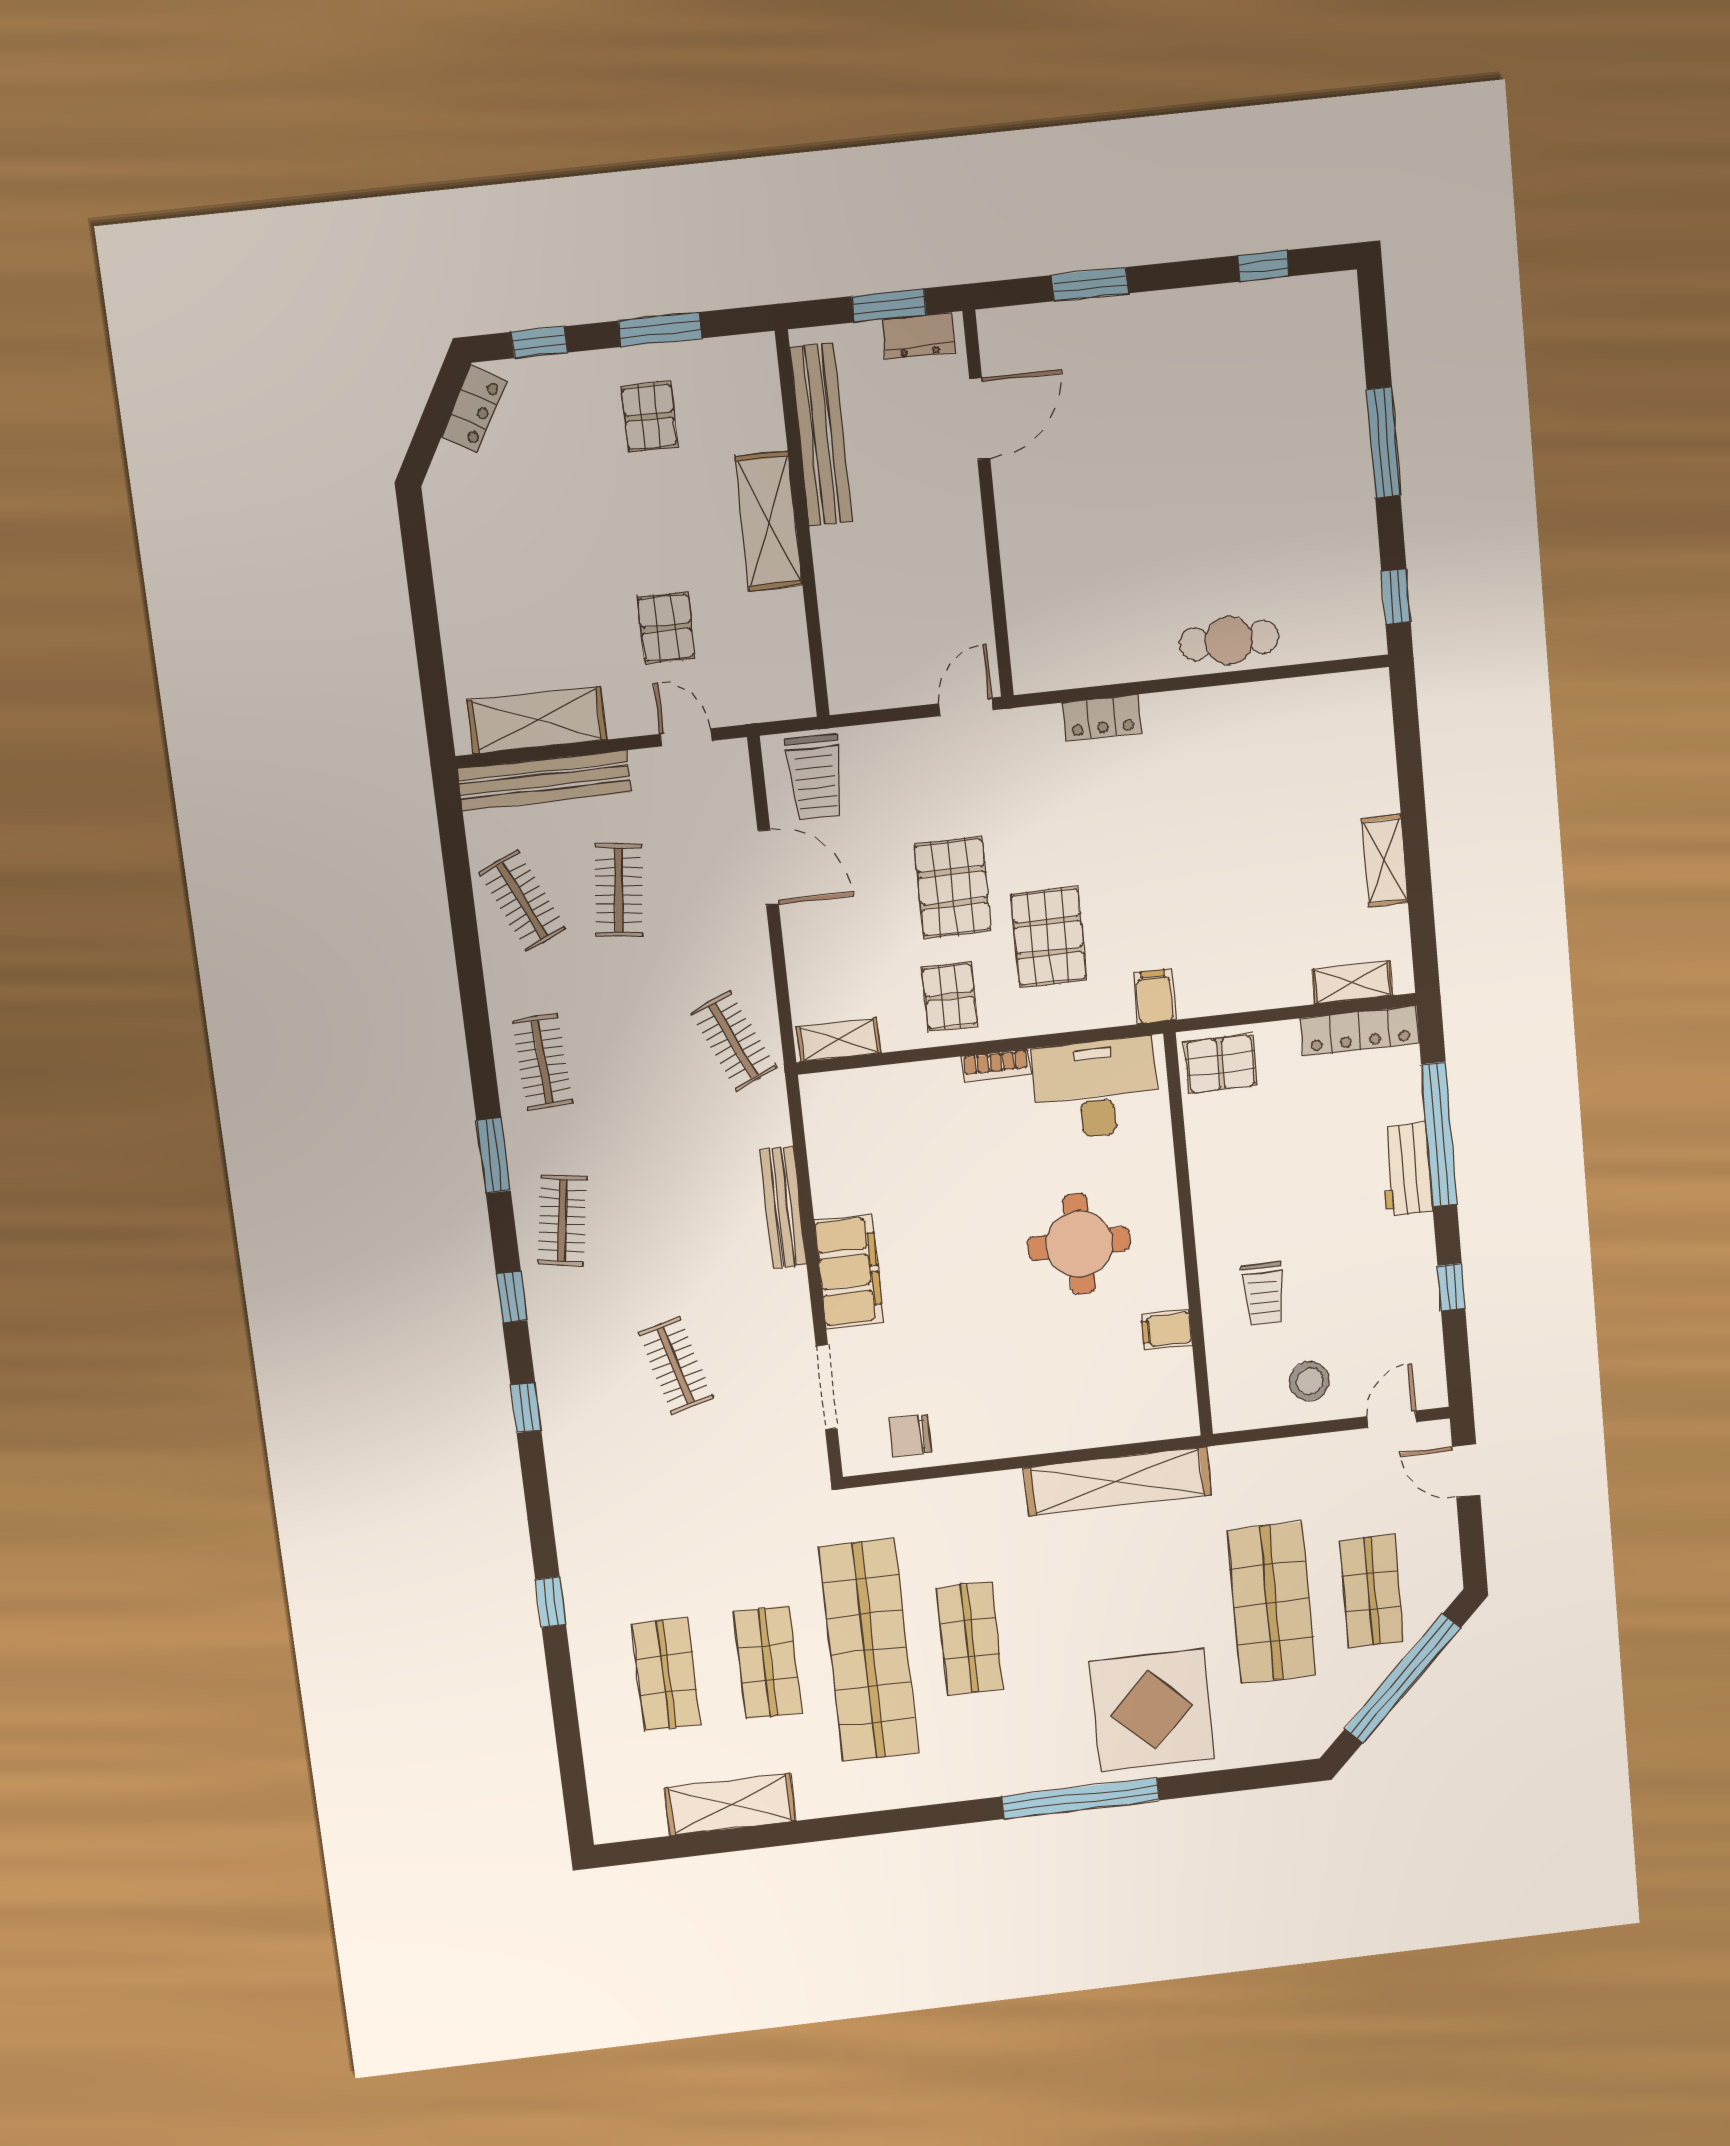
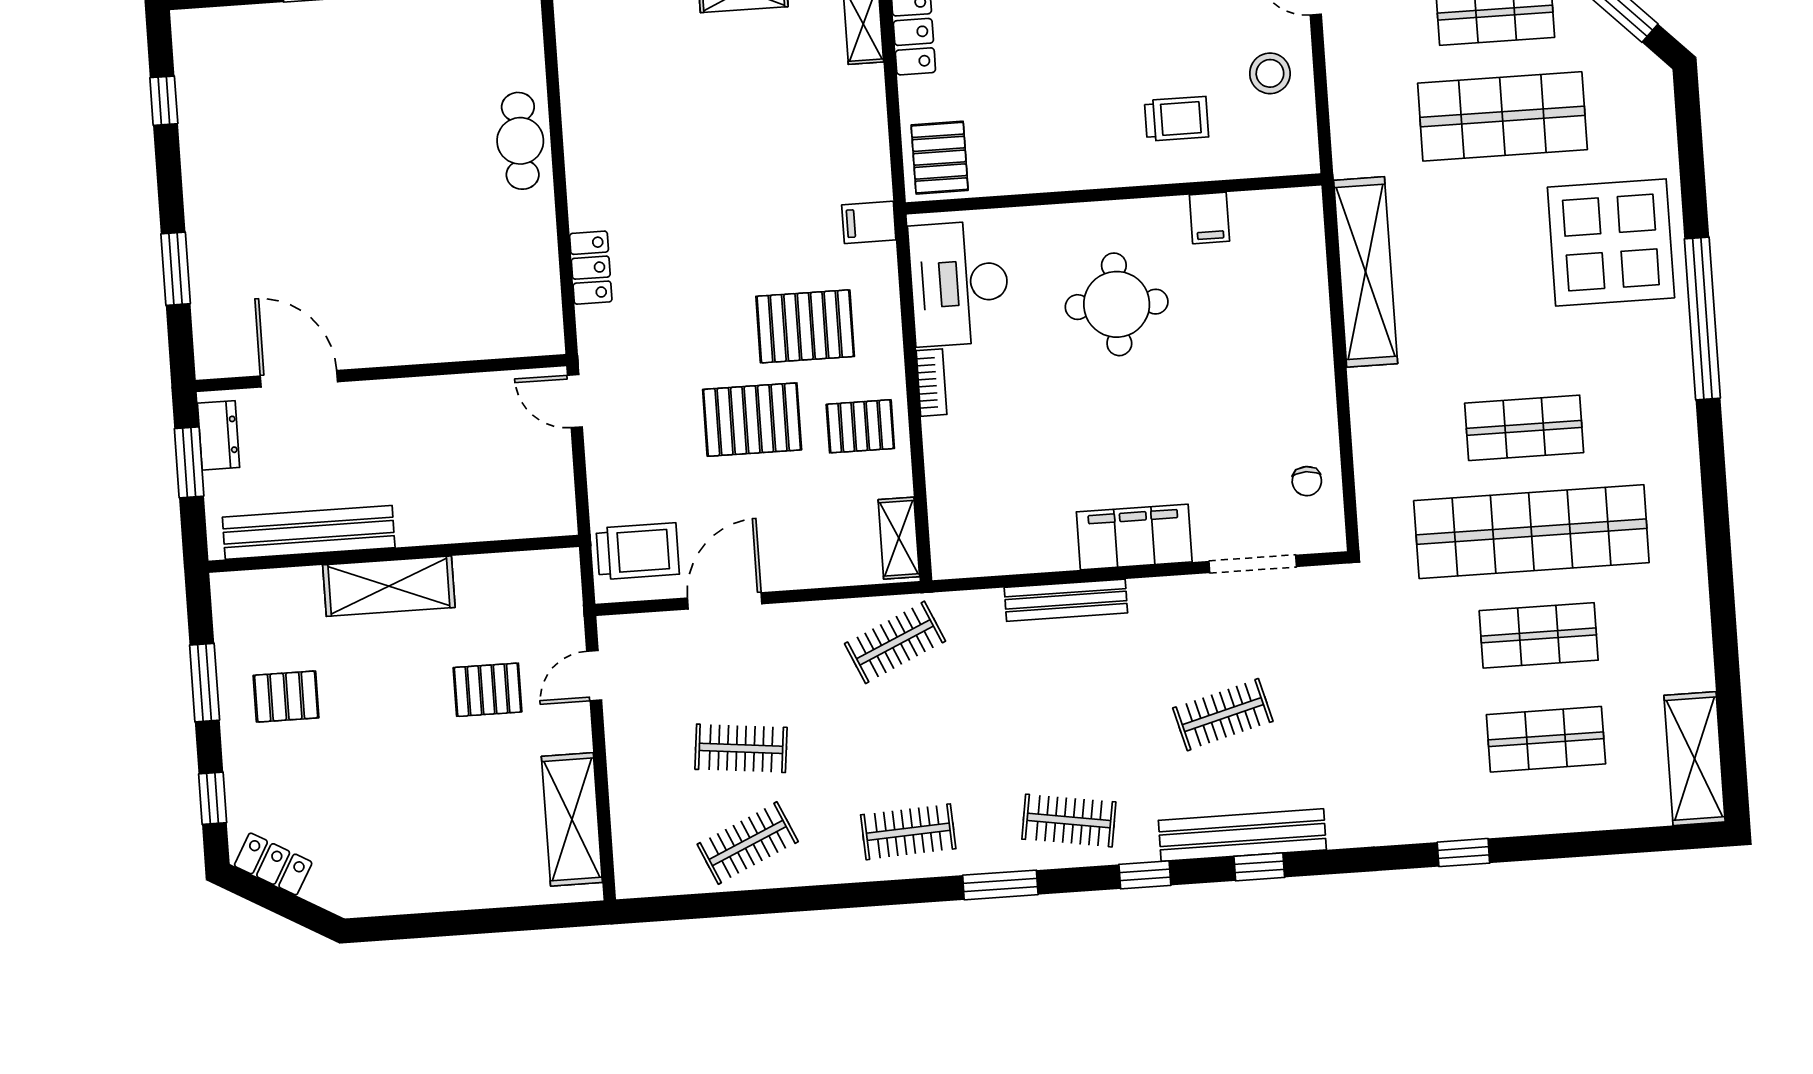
bench: (544, 781) -> (1242, 835), moved, turned 90
chair: (910, 1435) -> (1307, 481), width x0.73, depth x0.73
shelving: (730, 1804) -> (1695, 759), moved

